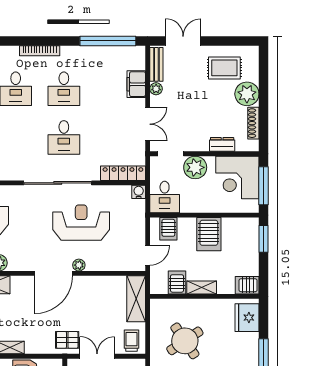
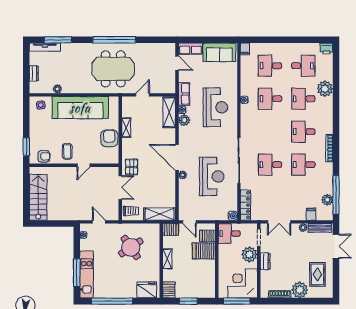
plant: (115, 54) -> (327, 200), added
filing cabinet: (136, 84) -> (311, 214), width x0.50
dresser: (222, 144) -> (265, 261), moved
server rack: (209, 234) -> (204, 251), moved
window: (263, 239) -> (188, 301), moved
server rack: (177, 283) -> (171, 229), moved

